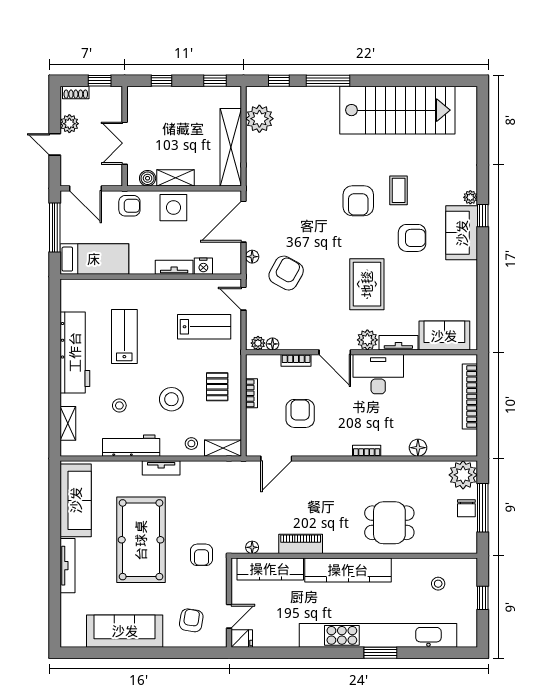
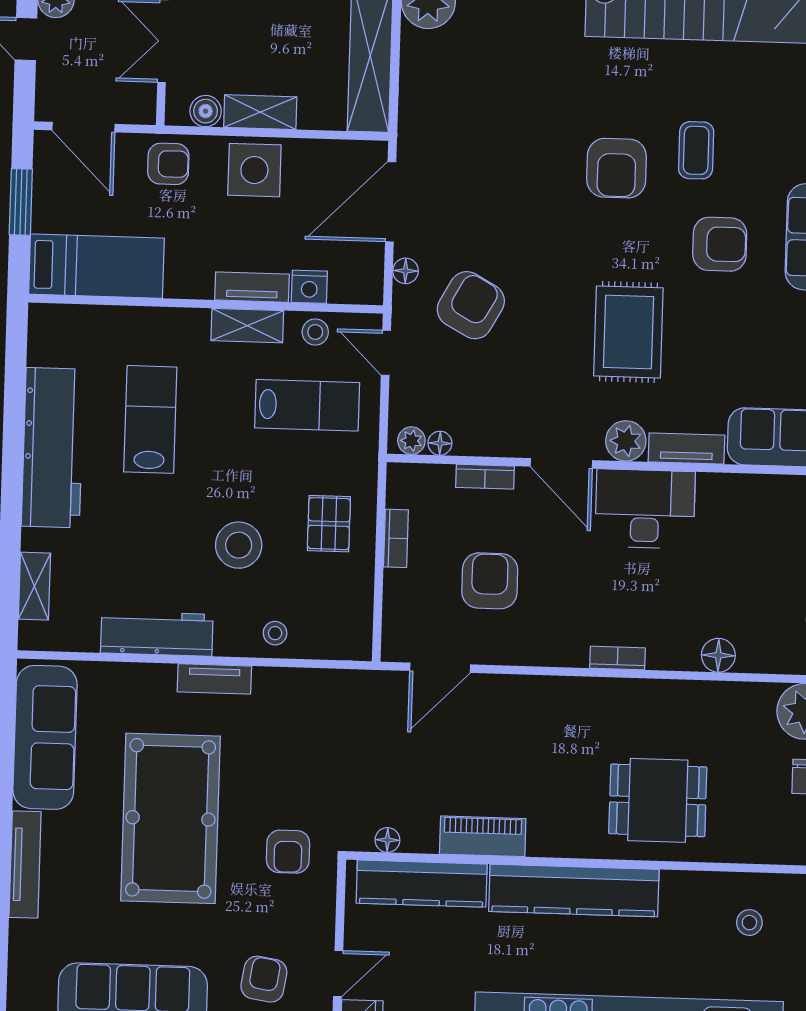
window: (55, 228) -> (21, 202), width x0.69
stool: (119, 405) -> (315, 332), moved
shelving: (223, 448) -> (247, 326), moved

